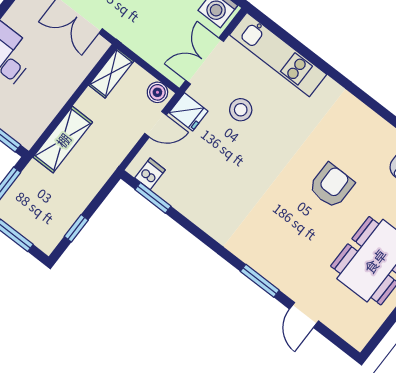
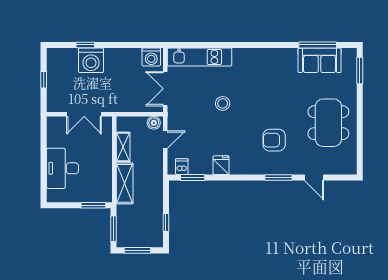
shelving: (111, 73) -> (123, 147), moved
stool: (241, 110) -> (223, 103), moved
fridge: (188, 112) -> (221, 165), moved, turned -90
armchair: (331, 186) -> (274, 140), moved, turned -90

